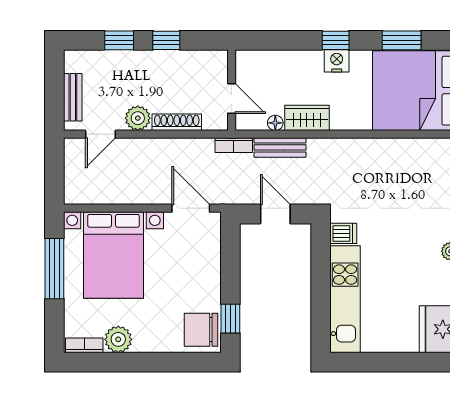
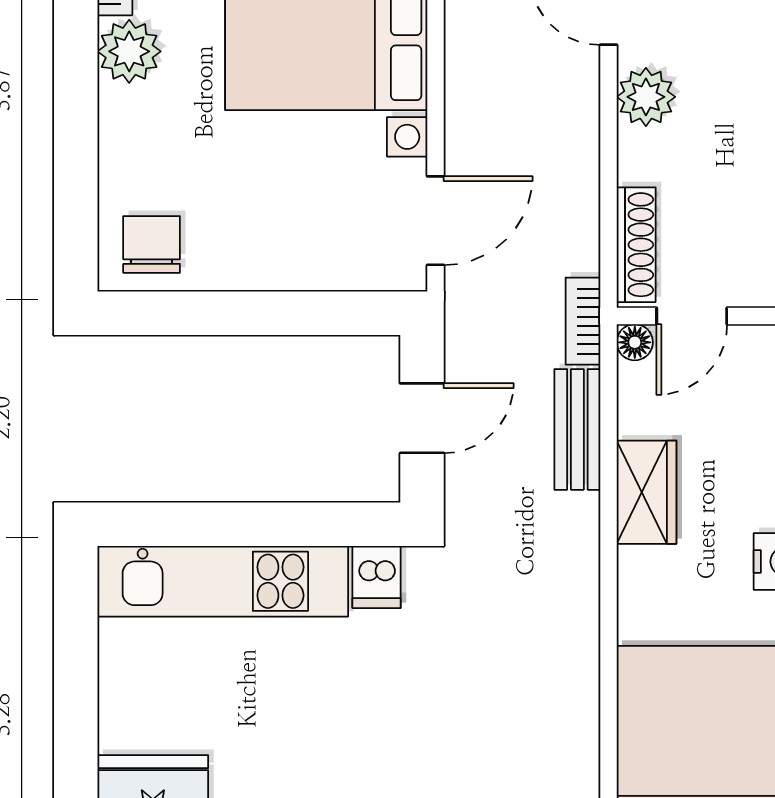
shoe rack: (177, 122) -> (636, 245), moved
floor lamp: (275, 123) -> (635, 342), moved
window: (230, 319) -> (177, 313), removed
chair: (201, 330) -> (152, 245), width x0.73, depth x0.73

